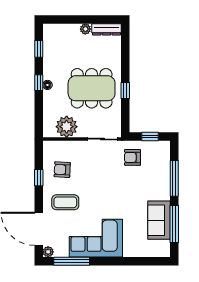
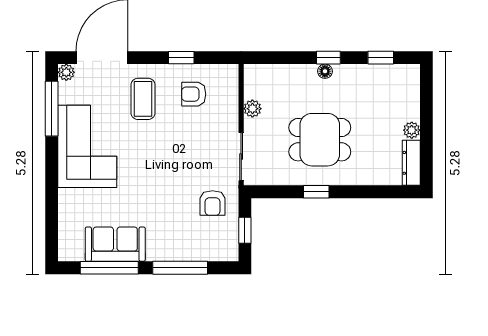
dining table: (92, 88) -> (320, 140), width x0.73
plant: (67, 127) -> (252, 109), width x0.53, depth x0.53
armchair: (133, 157) -> (213, 203), turned 180
armchair: (62, 170) -> (194, 94), turned -93

